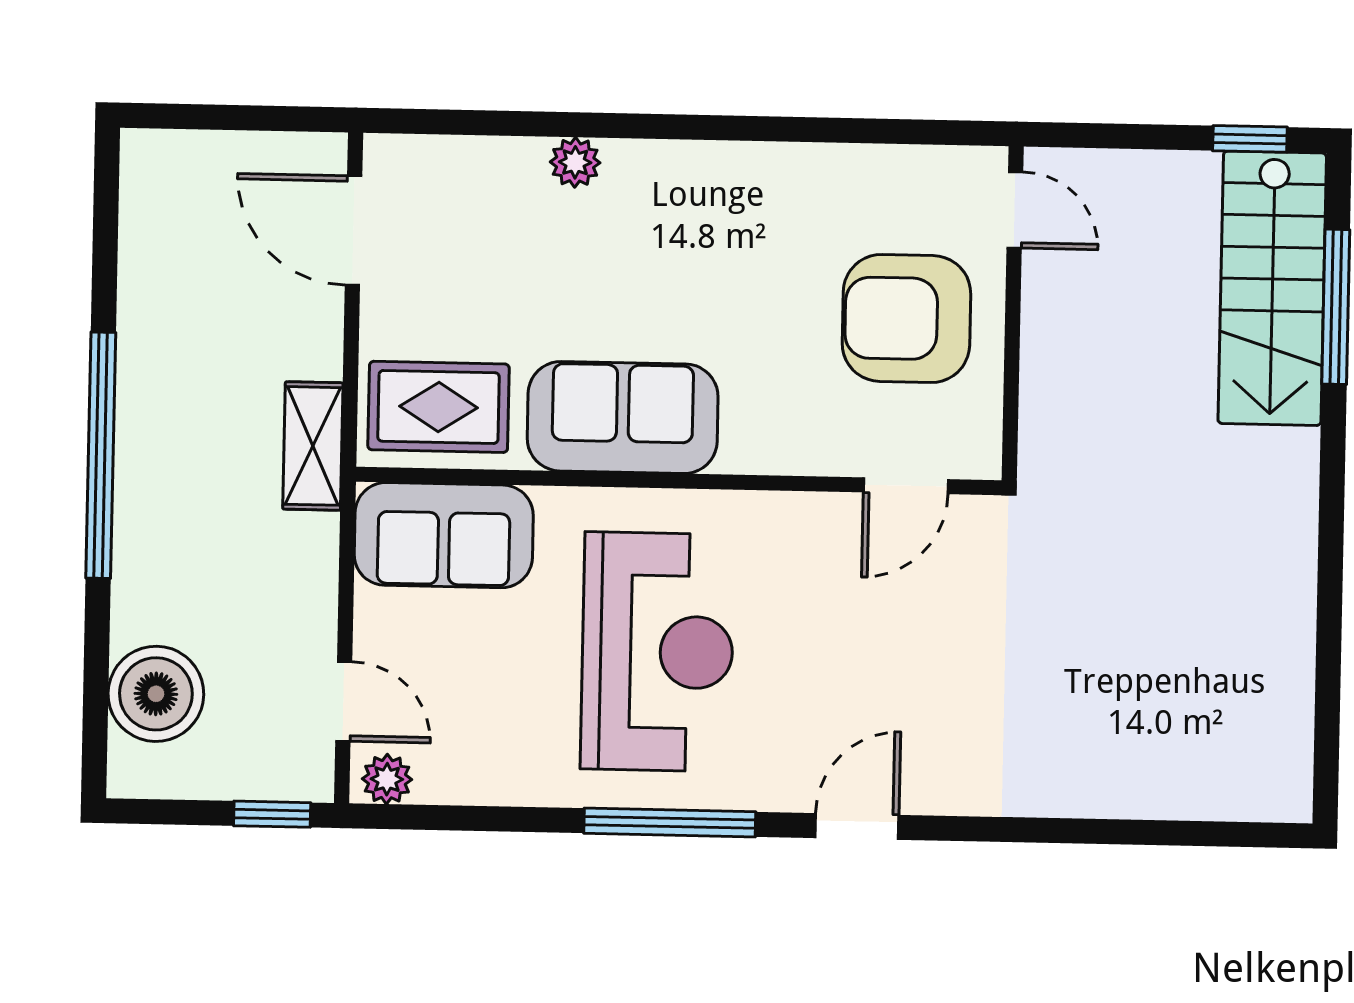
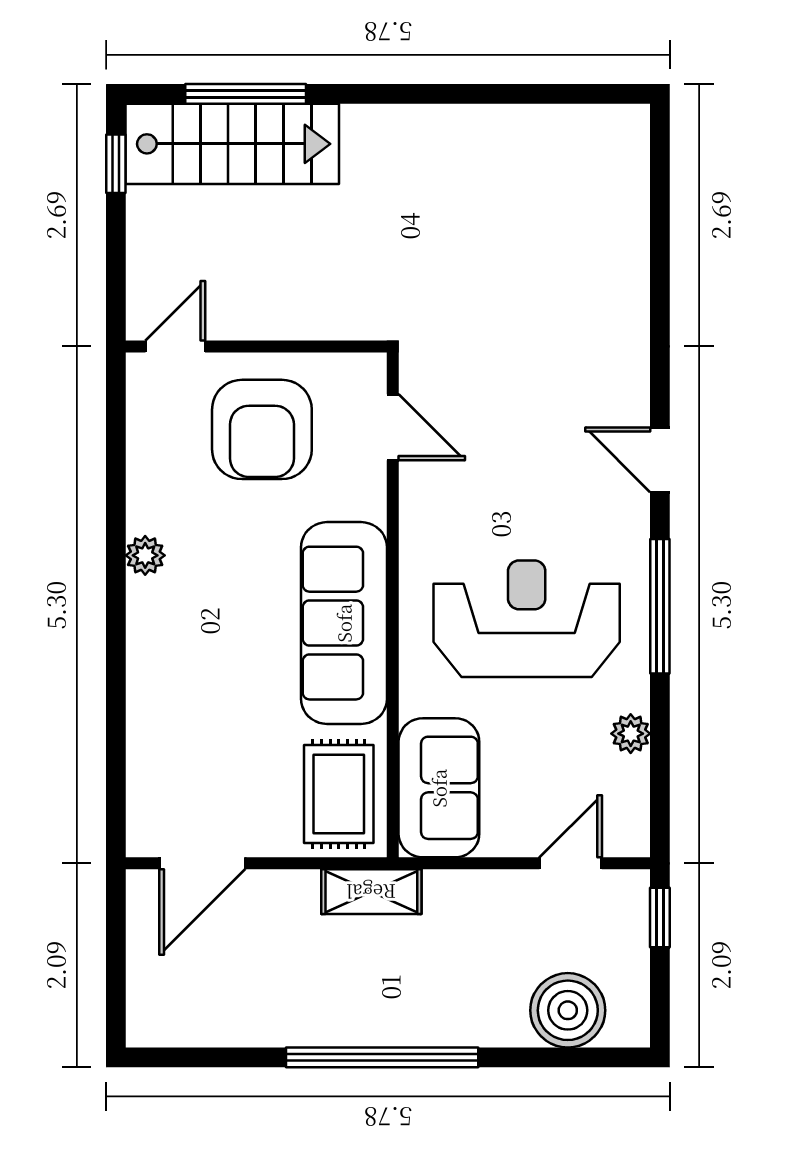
plant: (575, 162) -> (145, 555), moved
sofa: (623, 417) -> (344, 623), width x1.36
plant: (387, 779) -> (631, 734), moved

